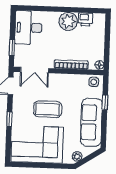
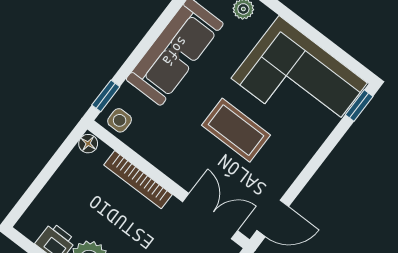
window: (105, 102) -> (106, 96), moved
window: (9, 119) -> (359, 106), moved

